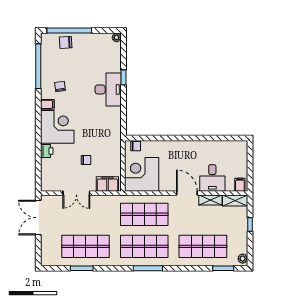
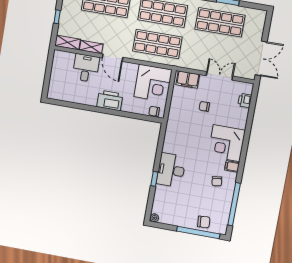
printer: (182, 149) -> (110, 100), added
printer: (47, 151) -> (245, 100), moved
filing cabinet: (240, 185) -> (61, 57), removed

